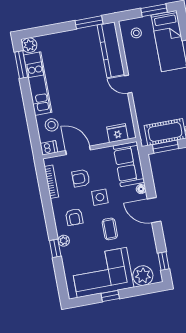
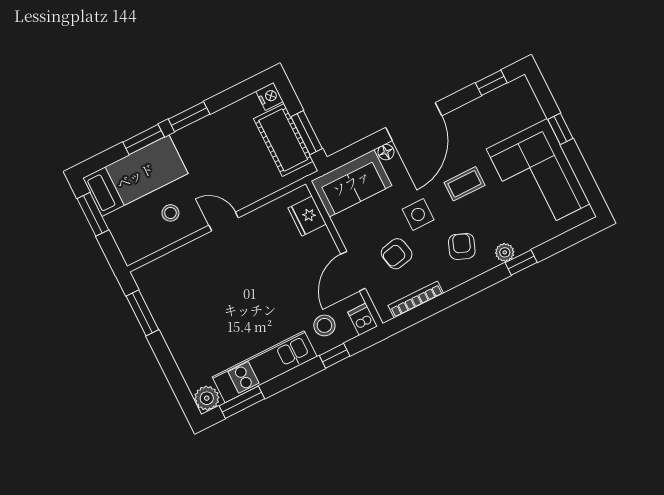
stool: (136, 33) -> (170, 213), moved
kitchen counter: (111, 50) -> (176, 265), removed
door: (128, 84) -> (224, 222), swing flipped
window: (32, 126) -> (335, 356), added
armchair: (81, 178) -> (397, 254), turned 78
door: (154, 210) -> (414, 122), width x1.36
armchair: (74, 217) -> (462, 246), turned -69
plant: (143, 276) -> (524, 109), removed
window: (110, 296) -> (560, 129), moved

